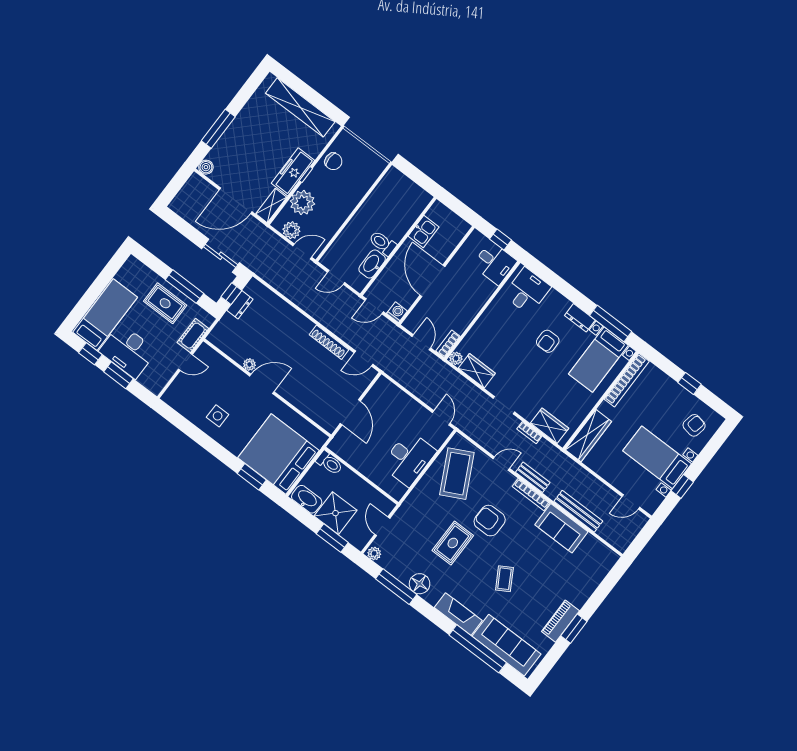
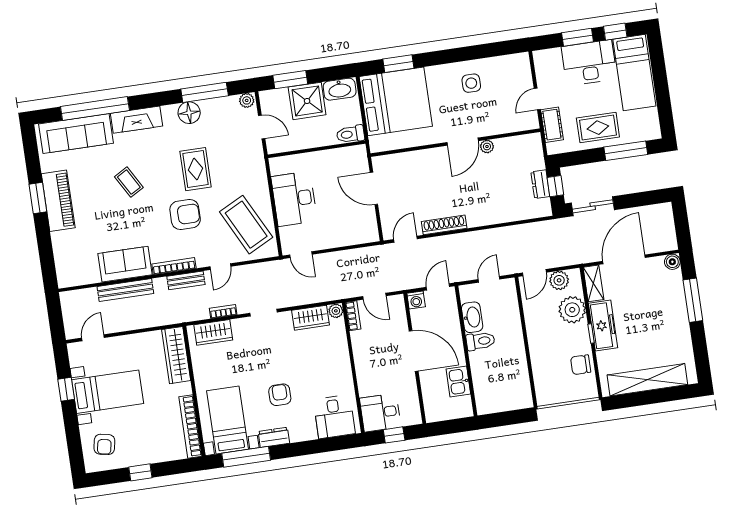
window: (184, 287) -> (626, 151), moved
piano: (560, 621) -> (58, 201), width x1.37, depth x1.33

